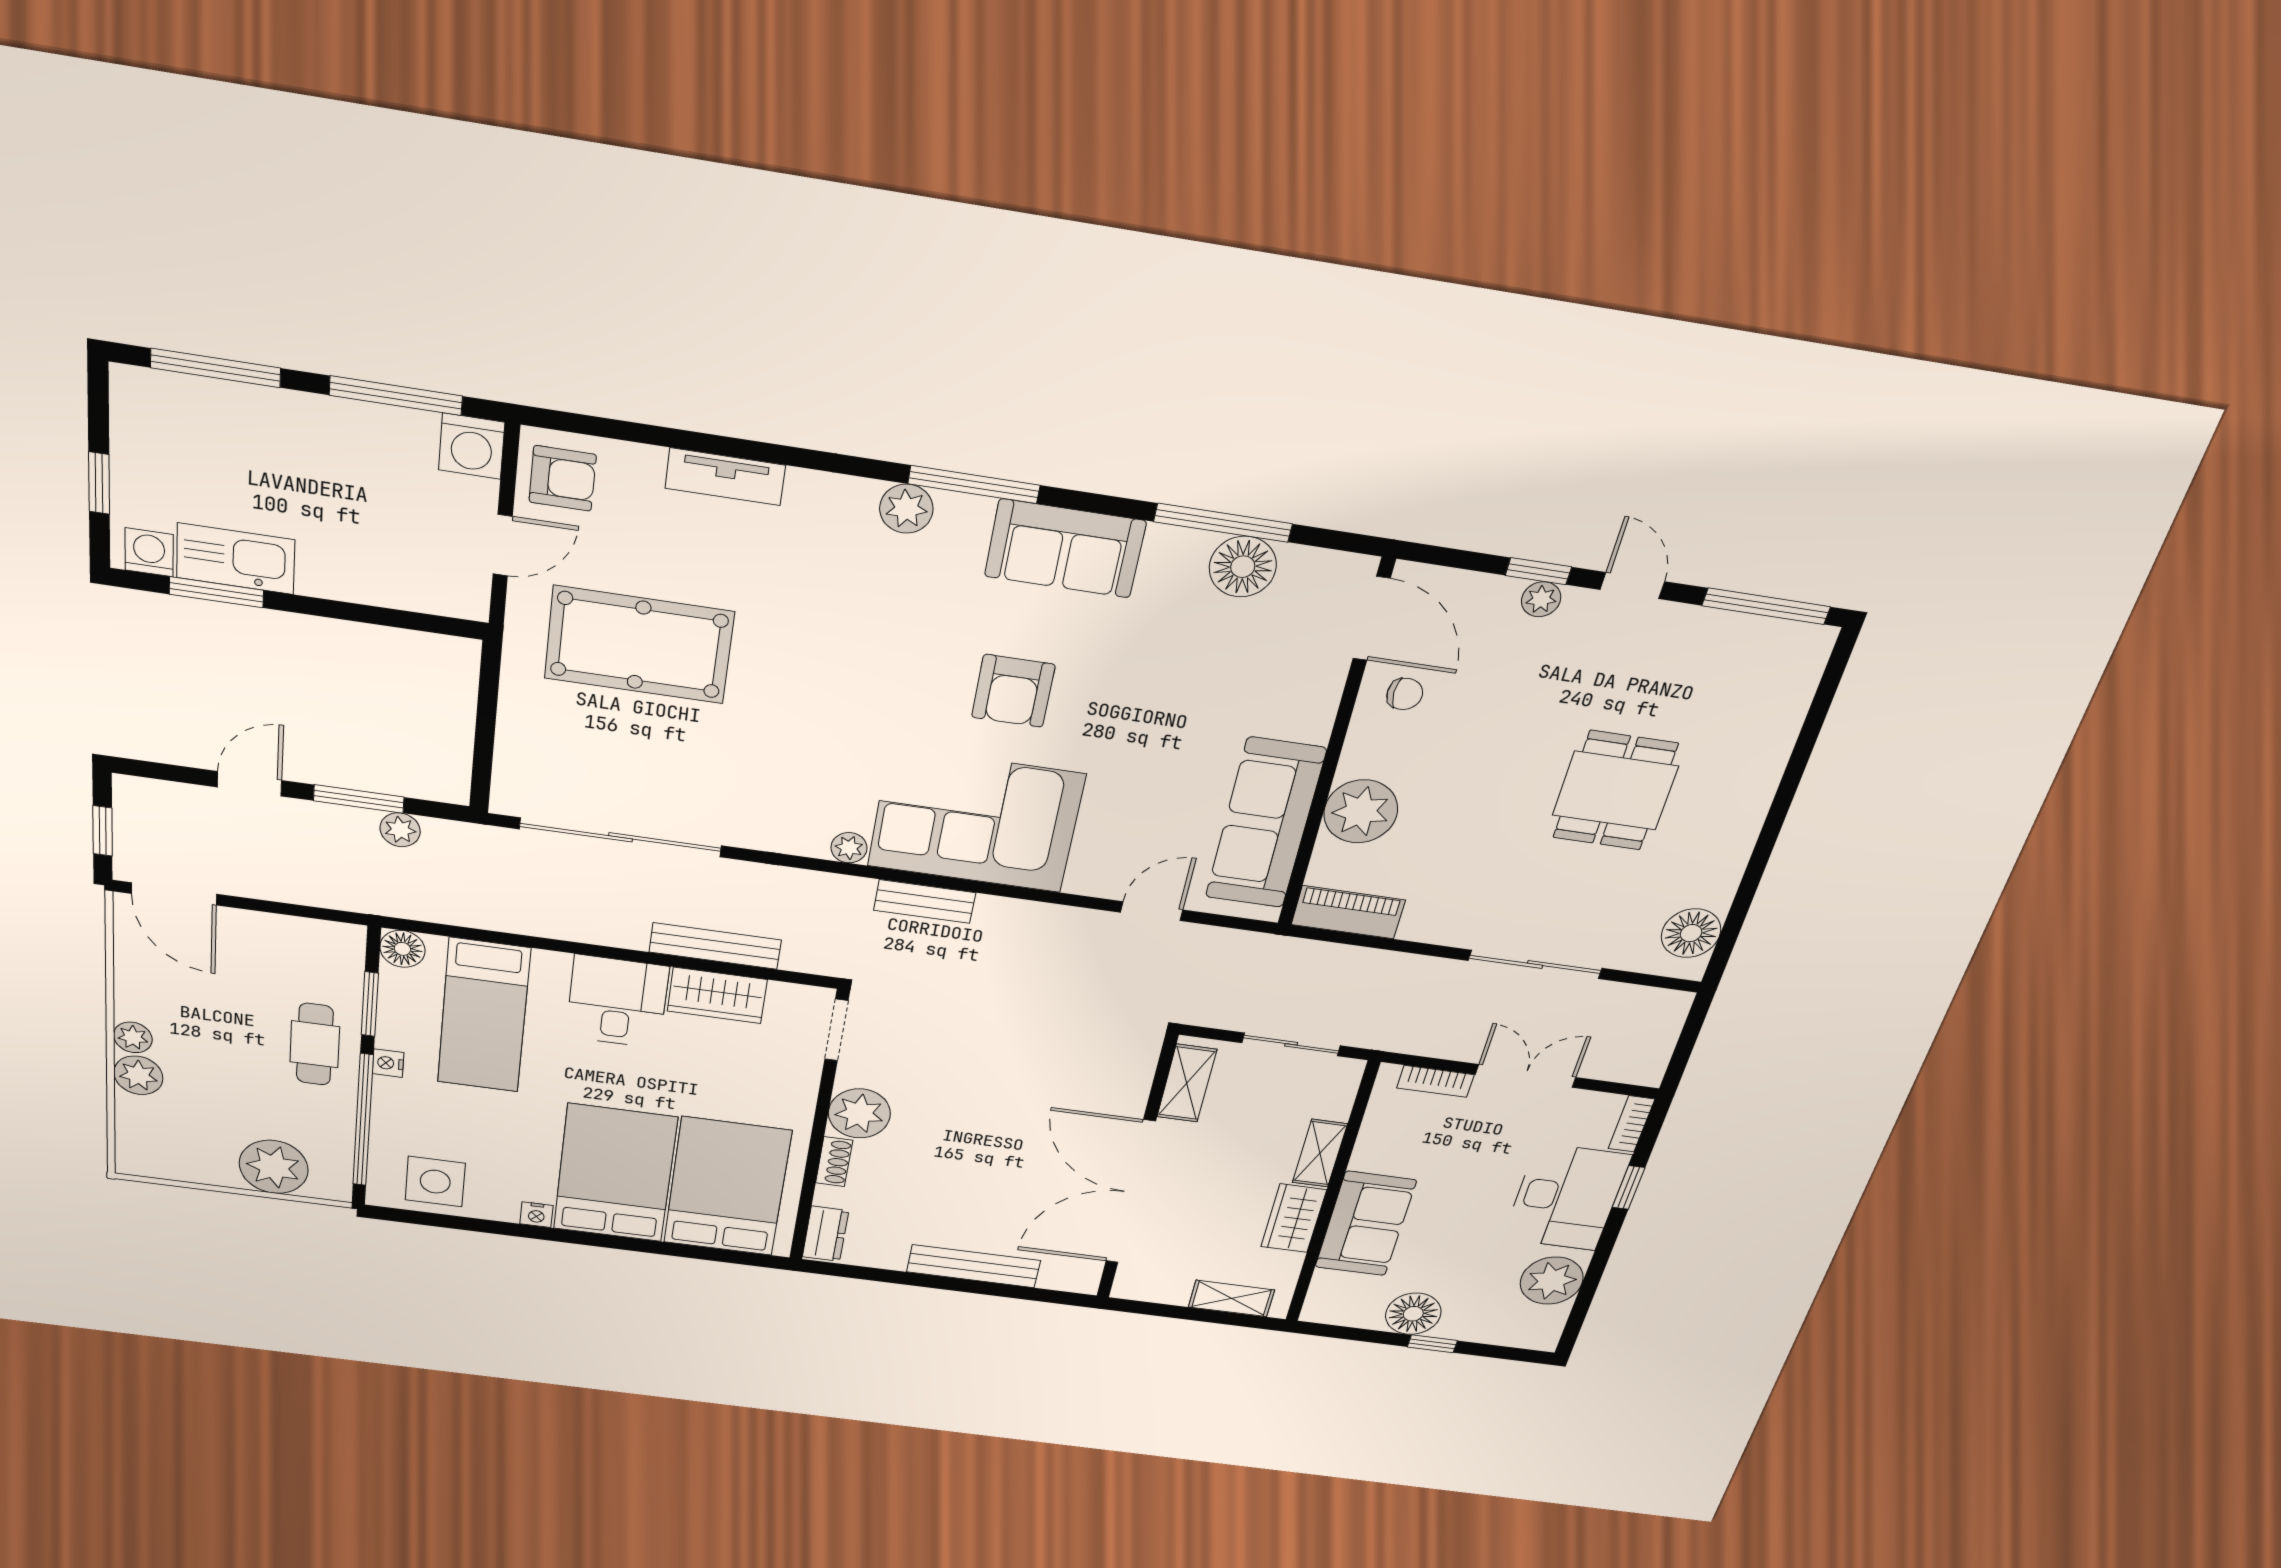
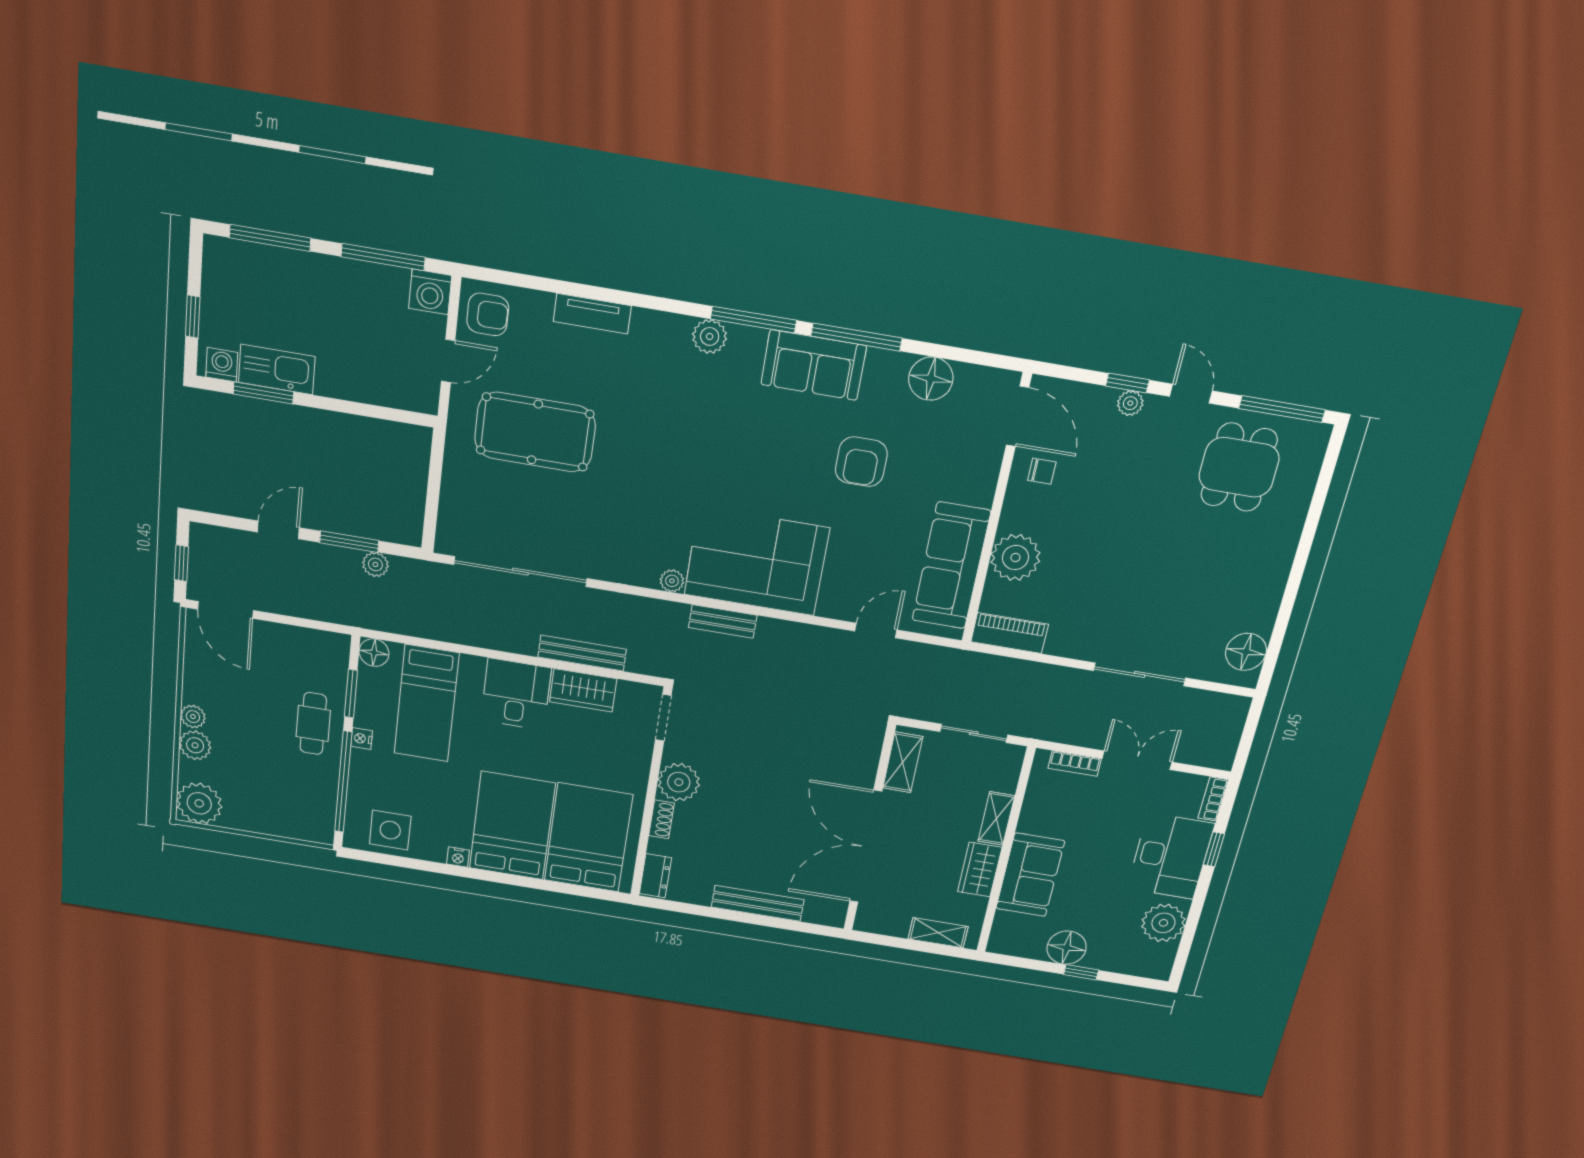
window: (1223, 523) -> (856, 337), moved
armchair: (1013, 691) -> (861, 462), moved
dining table: (1615, 791) -> (1239, 467), moved
plant: (274, 1167) -> (199, 803), moved

